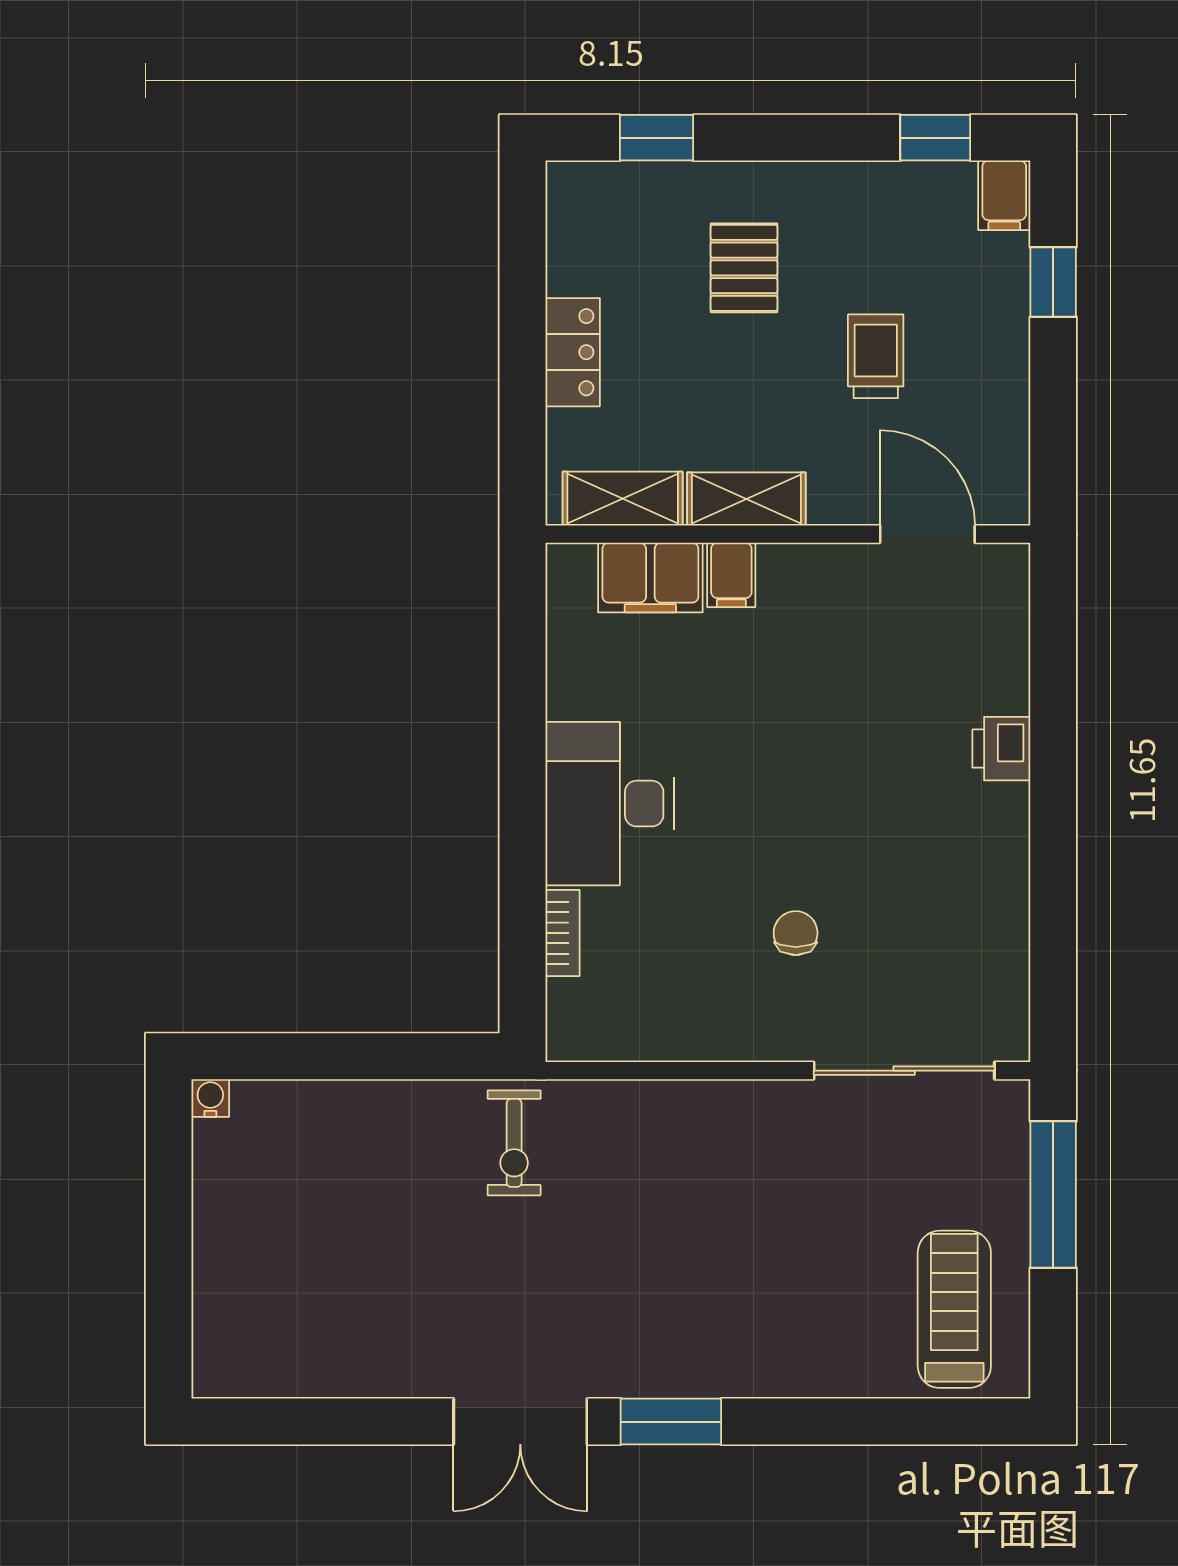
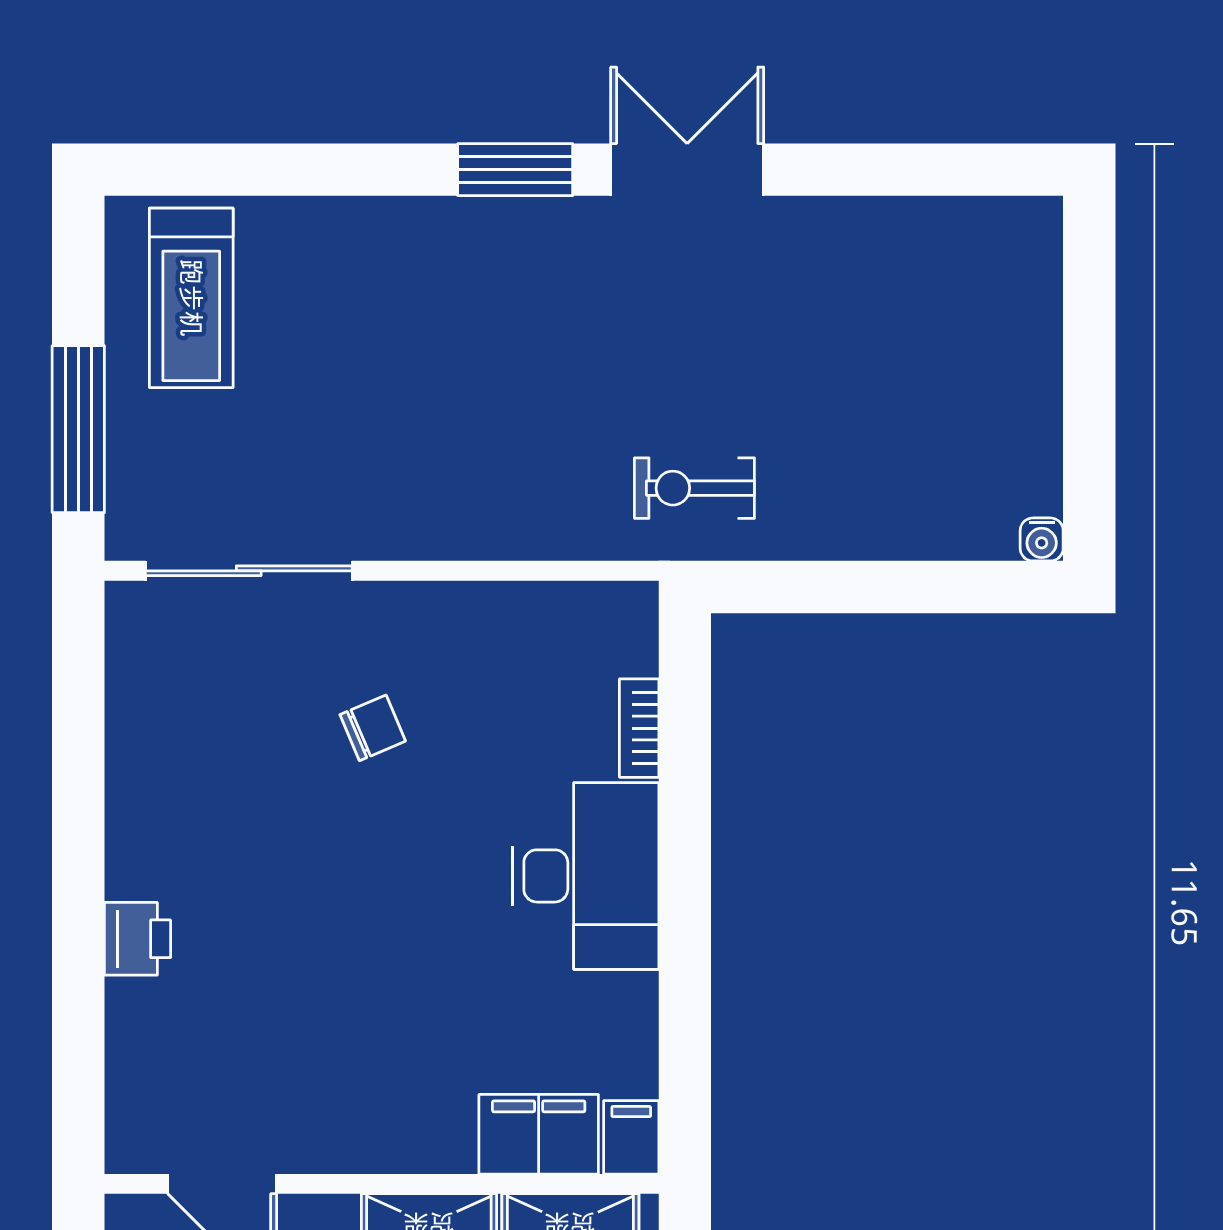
filing cabinet: (731, 575) -> (631, 1137), moved
chair: (796, 933) -> (373, 728), turned -113
exercise bike: (514, 1143) -> (694, 488), turned -90

